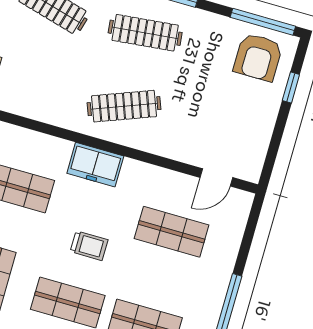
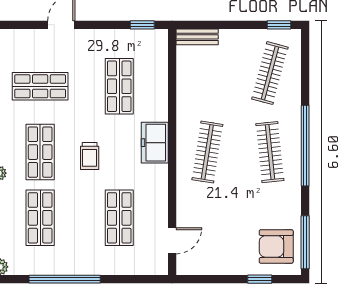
clothes rail: (124, 106) -> (207, 152), turned 30
door: (216, 177) -> (172, 241), swing flipped

